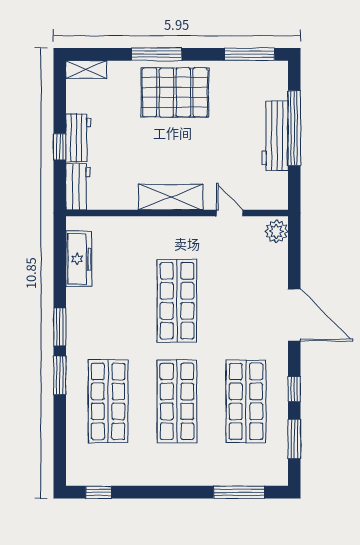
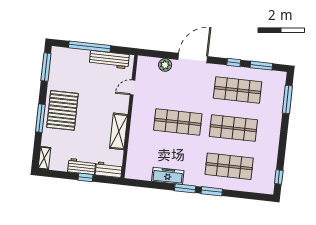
workbench: (275, 136) -> (109, 60), moved
shelving: (171, 197) -> (119, 131), moved
plant: (276, 231) -> (165, 65), moved
freezer: (79, 259) -> (168, 176), moved

